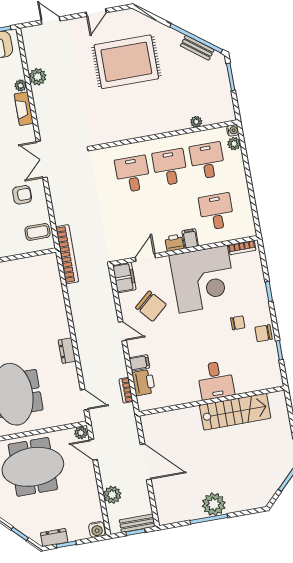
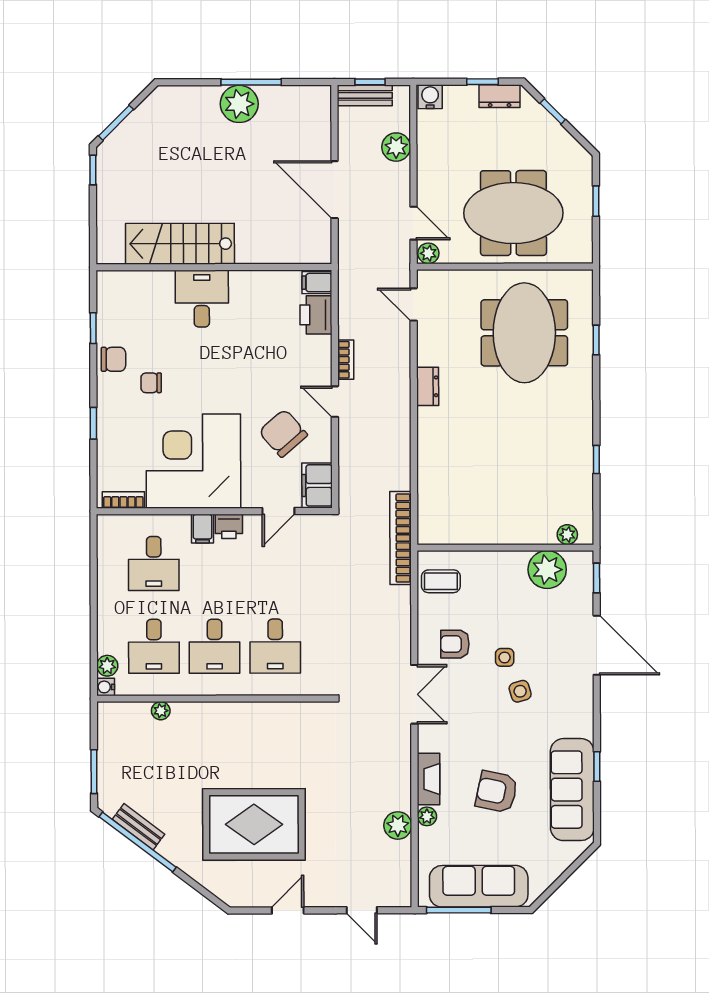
filing cabinet: (139, 363) -> (317, 283), moved
bookcase: (126, 390) -> (346, 360), moved

